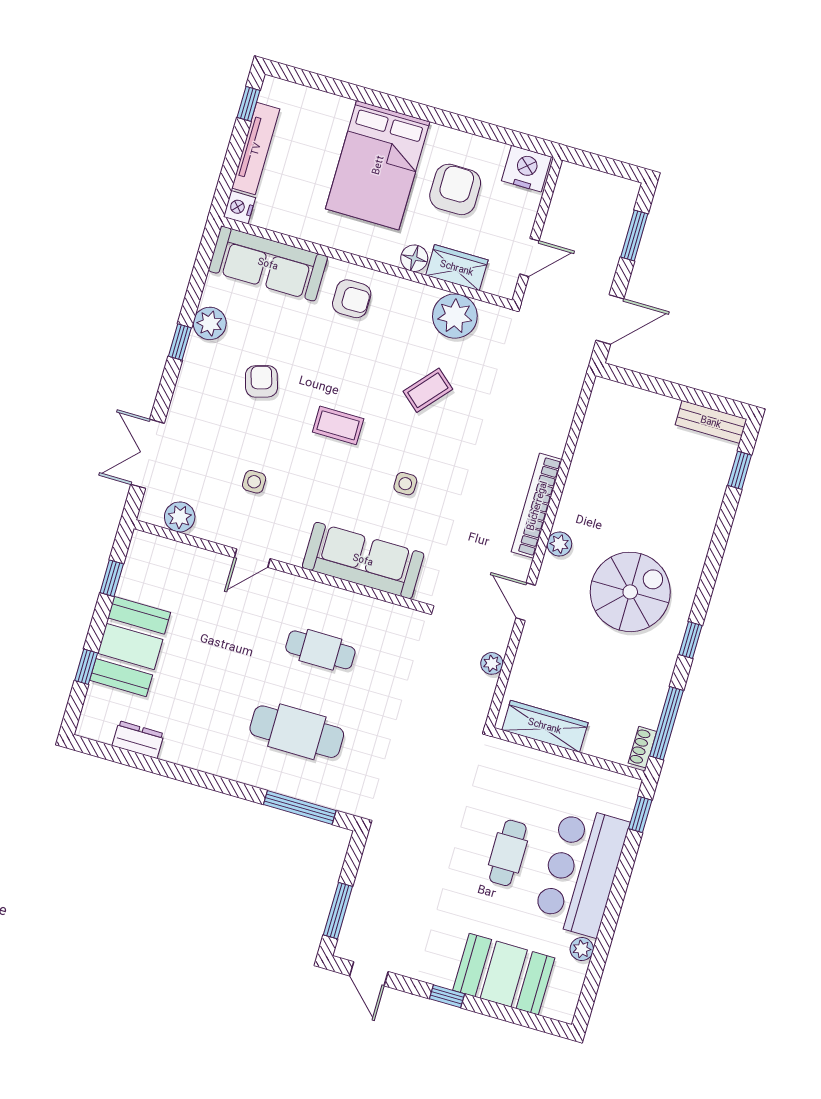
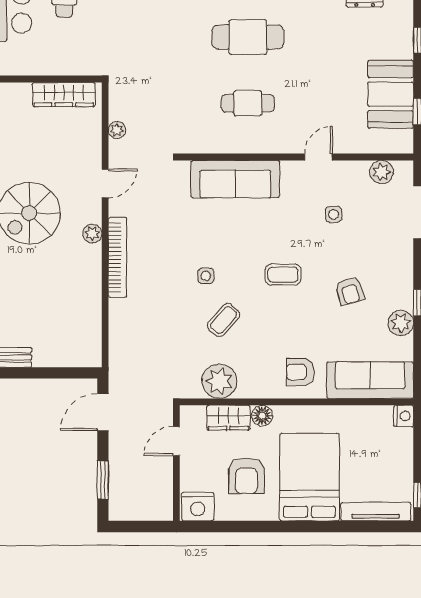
tv unit: (256, 149) -> (376, 512), moved, turned 90
side table: (405, 484) -> (206, 276), moved
door: (526, 602) -> (105, 183), hinge flipped
booth: (130, 646) -> (391, 94), moved

